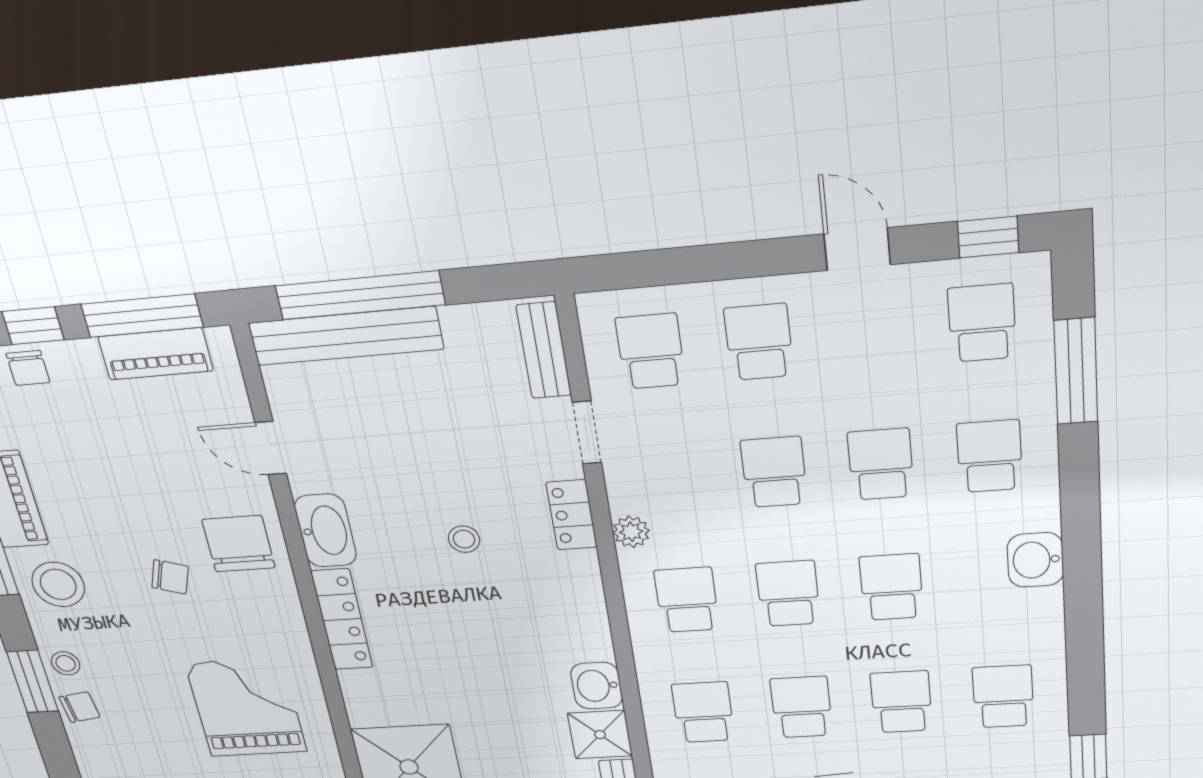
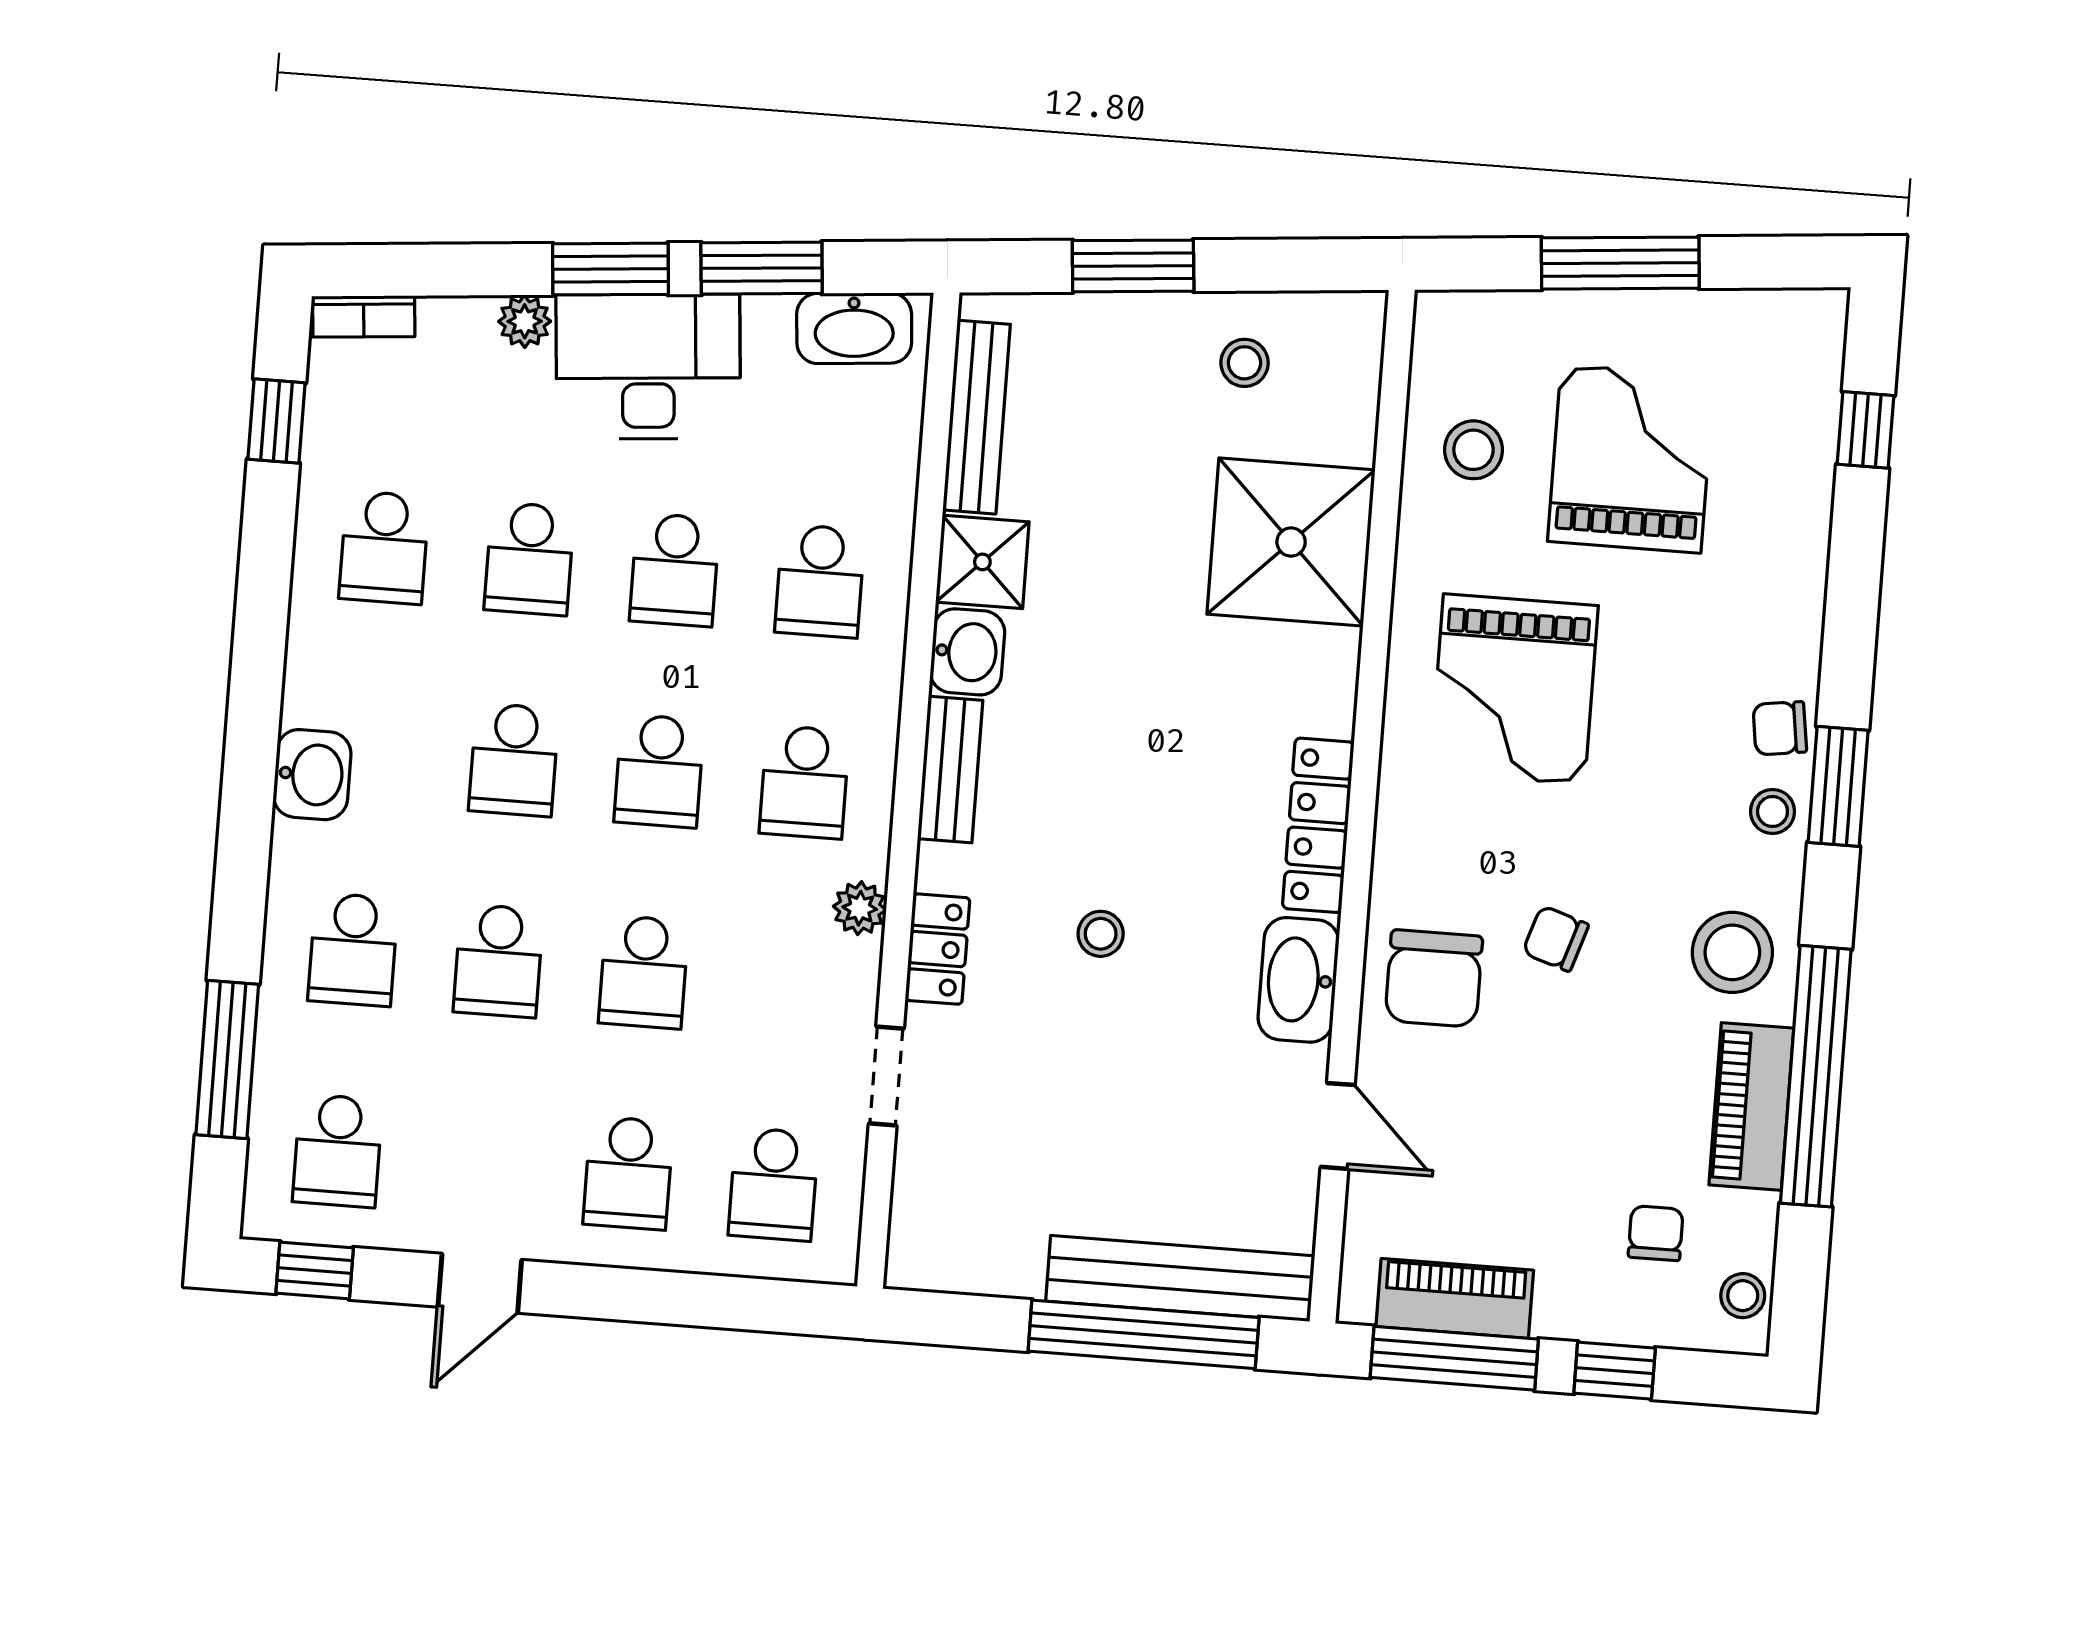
door: (857, 249) -> (480, 1283), hinge flipped
bench: (544, 350) -> (950, 770), moved
chair: (28, 368) -> (1656, 1233), moved

